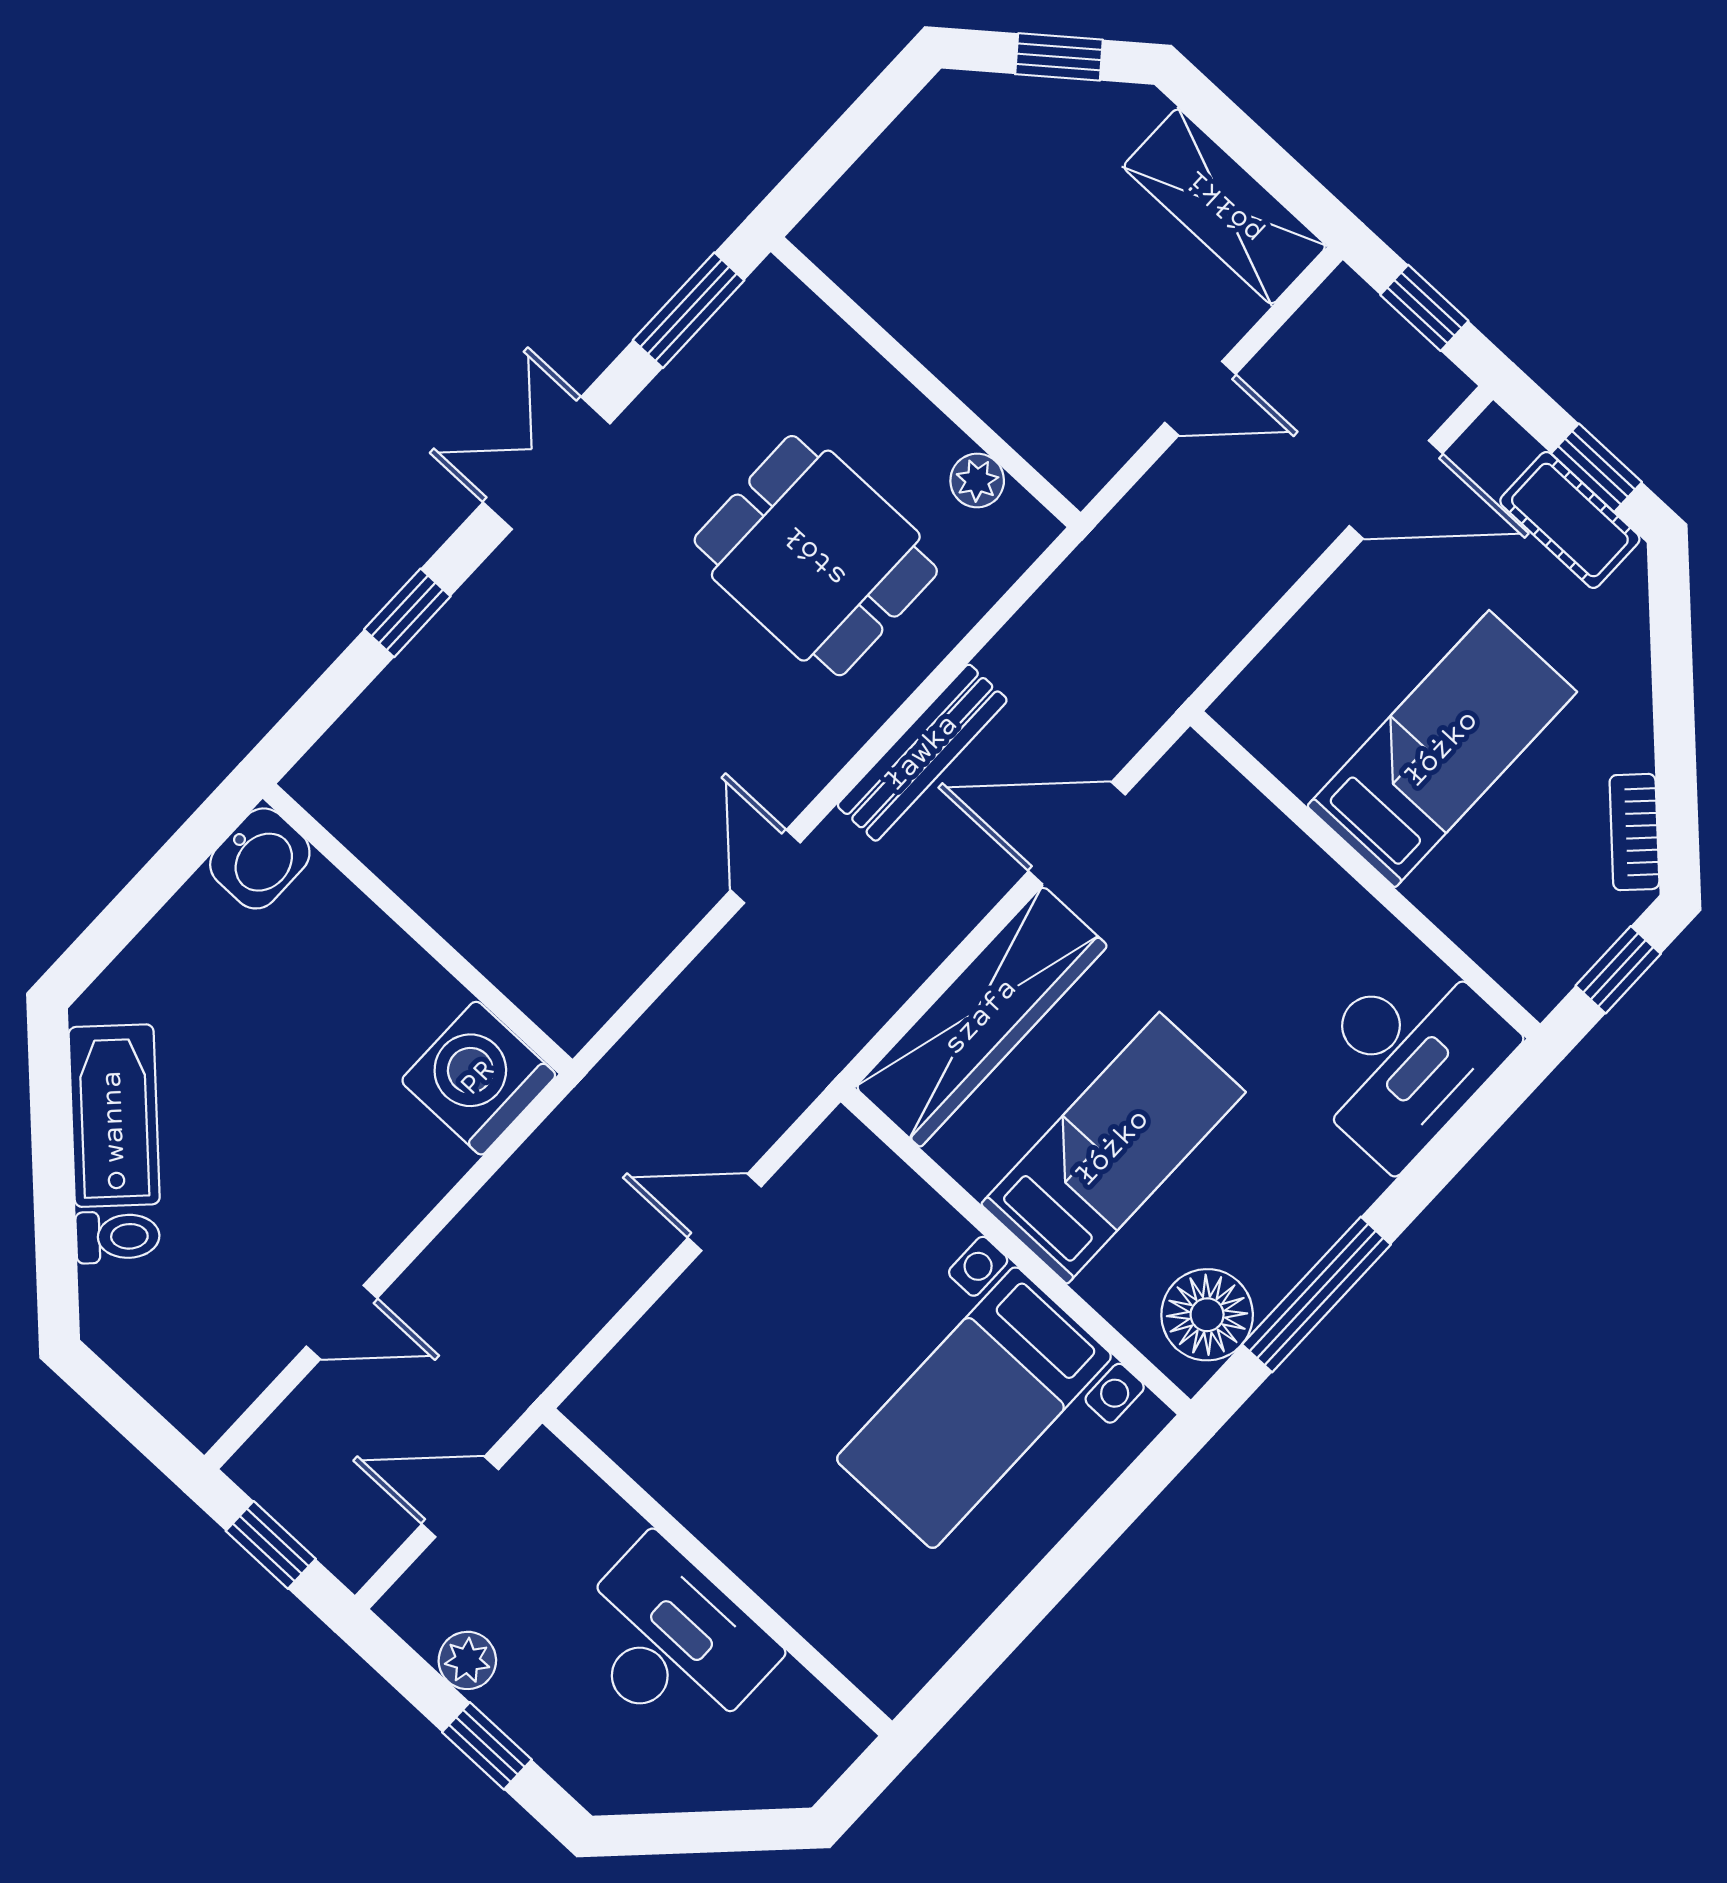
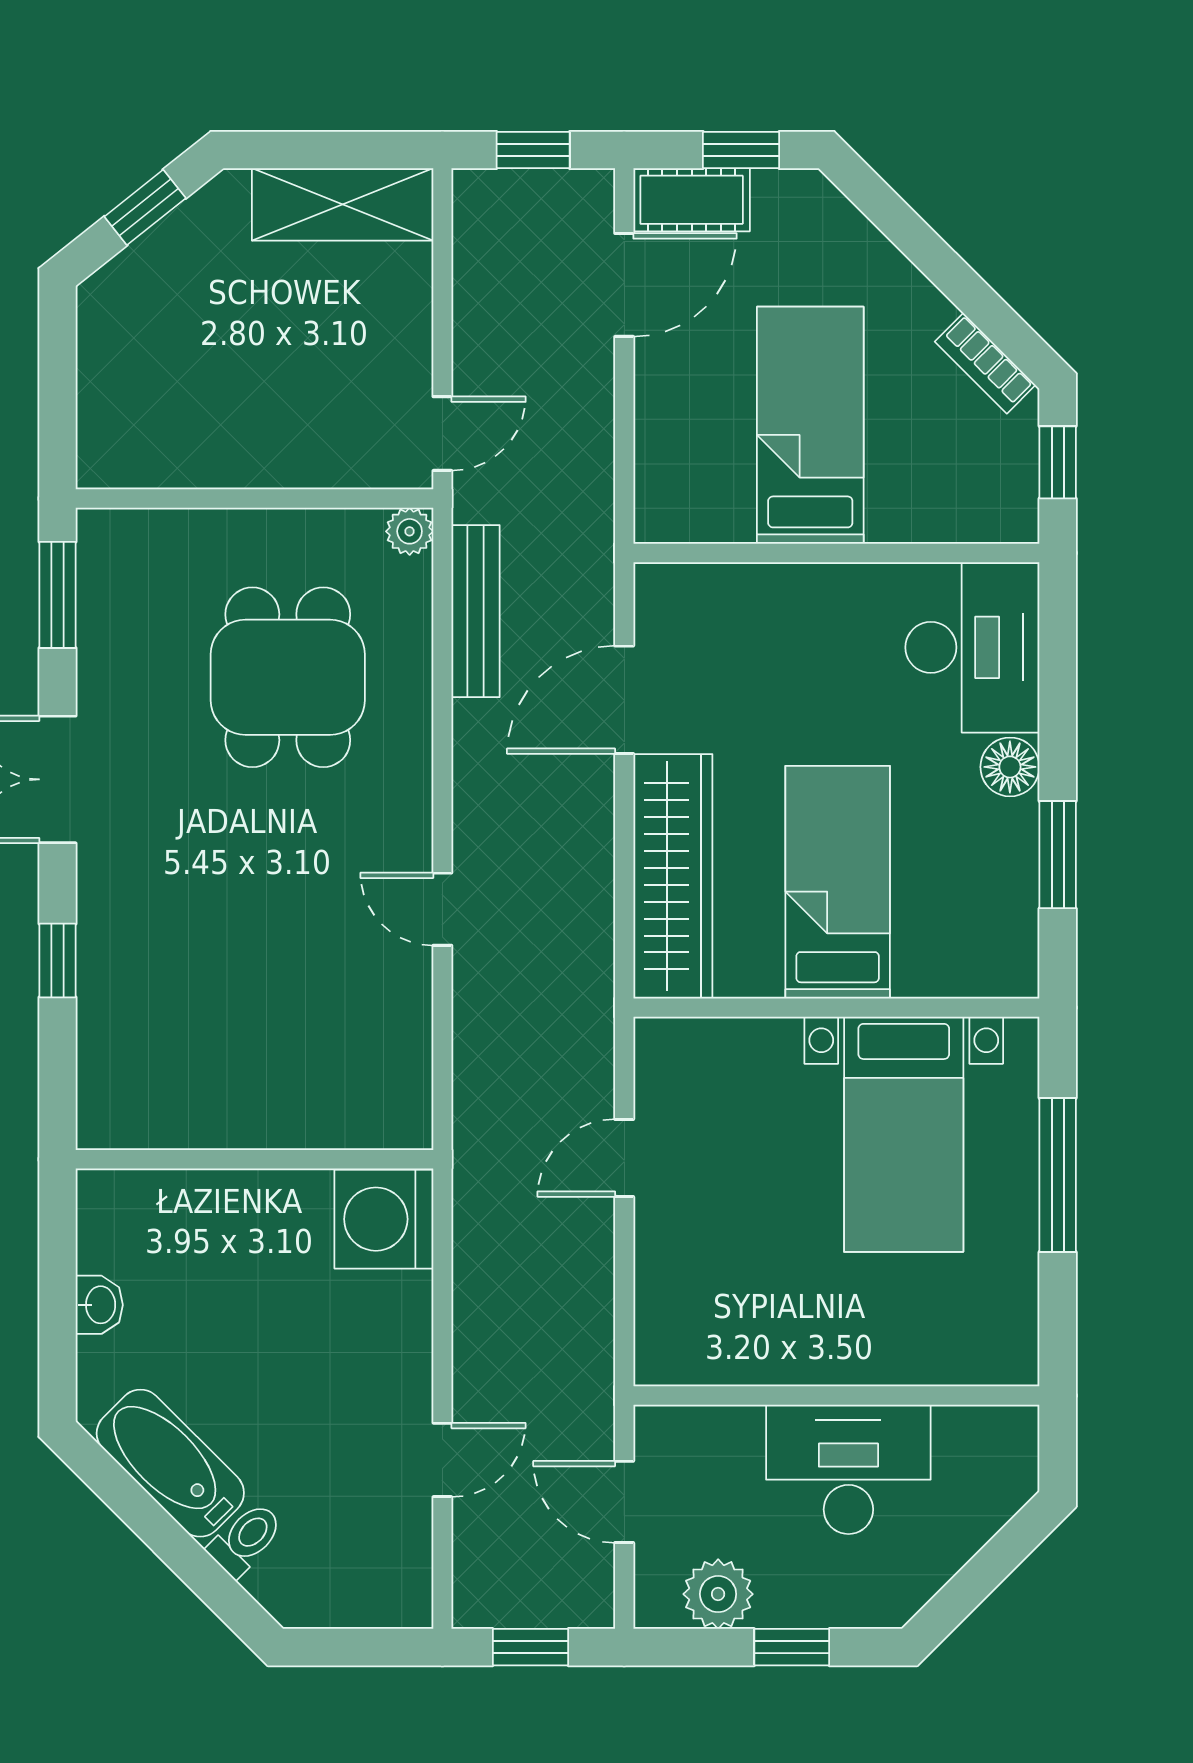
door: (1200, 398) -> (442, 434), moved
plant: (977, 480) -> (410, 531), moved
cot: (1570, 520) -> (692, 200), moved
dining table: (816, 556) -> (288, 677), turned 90
bench: (922, 753) -> (476, 611), moved
washbasin: (260, 858) -> (99, 1305), moved, width x0.72, depth x0.69
window: (1316, 1295) -> (1058, 855), width x0.69
floor lamp: (1207, 1315) -> (1010, 767), moved, width x0.73, depth x0.73
door: (460, 1497) -> (624, 1502), hinge flipped
window: (1070, 1560) -> (1058, 1175), added
plant: (467, 1660) -> (718, 1594), width x1.38, depth x1.38

